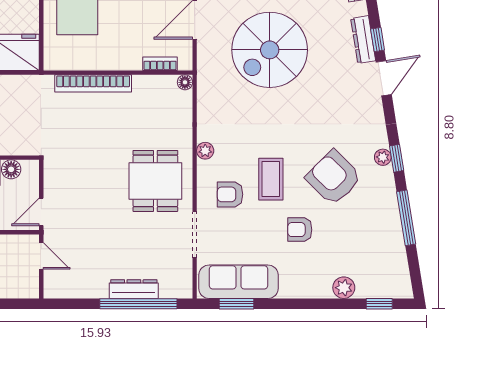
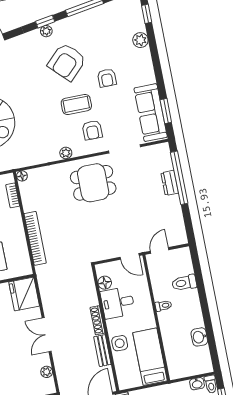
dresser: (134, 289) -> (170, 183), width x0.70

